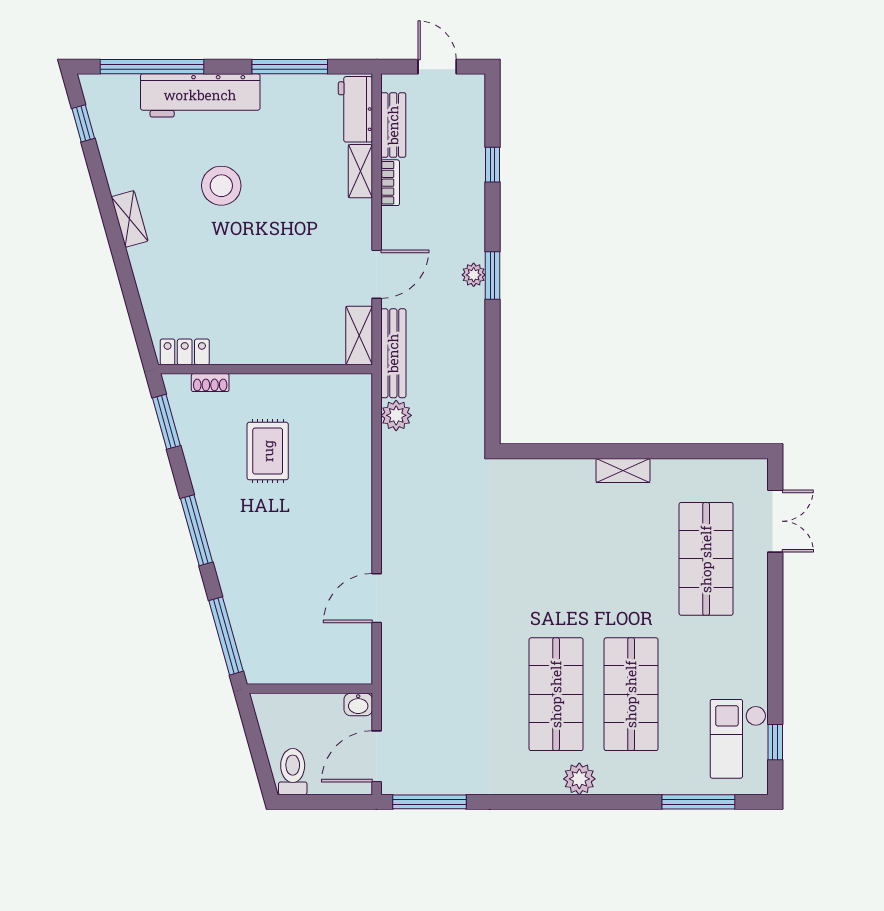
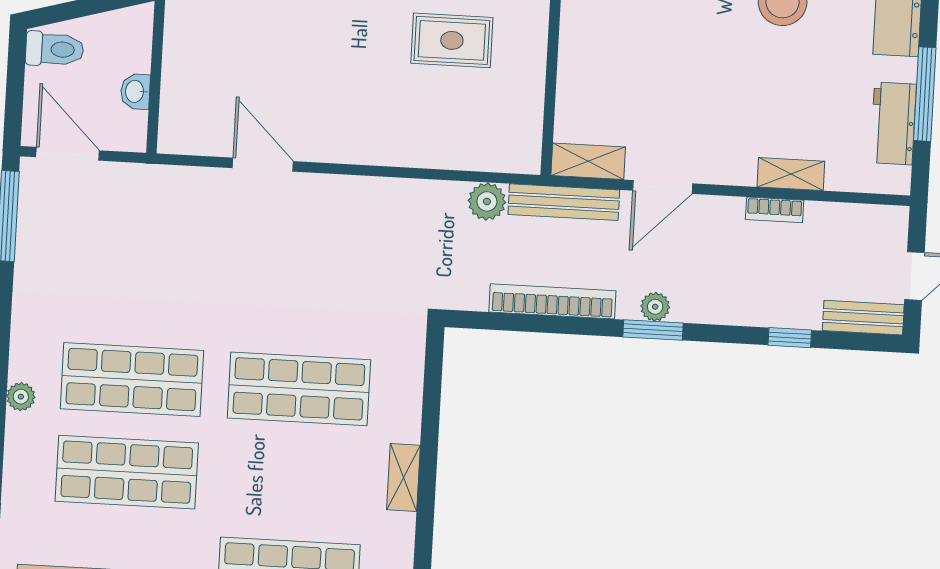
workbench: (355, 109) -> (893, 123), moved, turned -90
bench: (393, 125) -> (863, 318), moved
door: (377, 274) -> (663, 187), hinge flipped
bookcase: (474, 358) -> (552, 301), added
shop shelf: (556, 559) -> (299, 389), added
washbasin: (358, 704) -> (135, 91), moved
plant: (579, 779) -> (21, 397), width x0.73, depth x0.73

